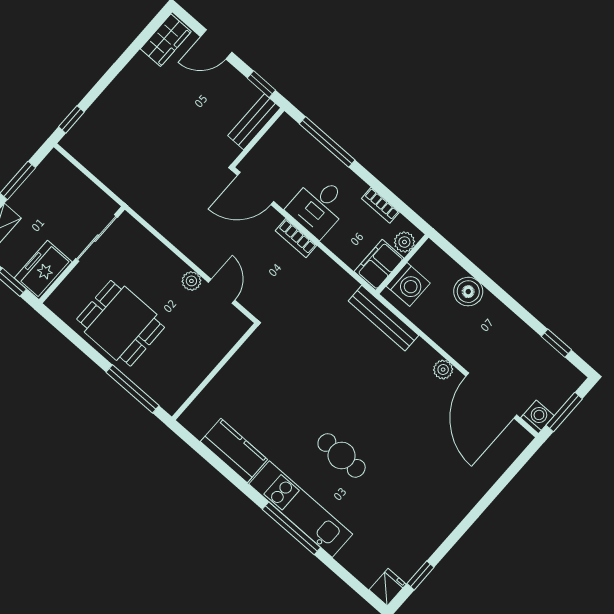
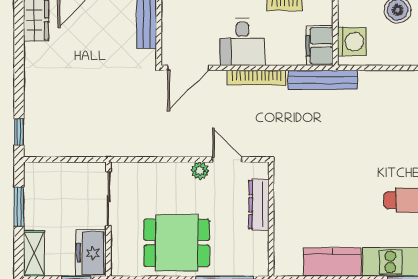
bookcase: (296, 238) -> (257, 78), width x1.56
plant: (404, 242) -> (323, 14), removed
bench: (383, 318) -> (323, 80), moved
dresser: (215, 351) -> (259, 205), added

